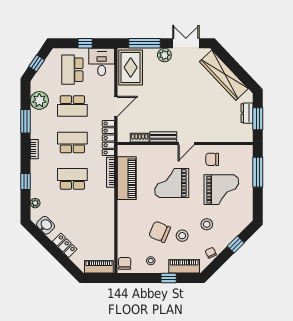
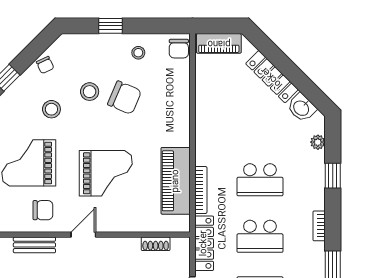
bench: (163, 137) -> (34, 245), moved
locker: (65, 245) -> (272, 77), width x1.53
piano: (184, 266) -> (87, 44), removed

